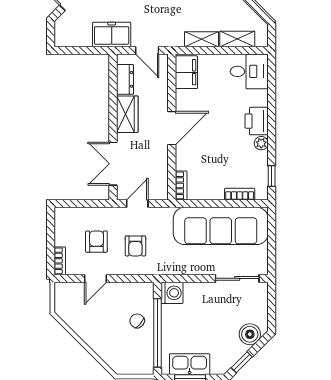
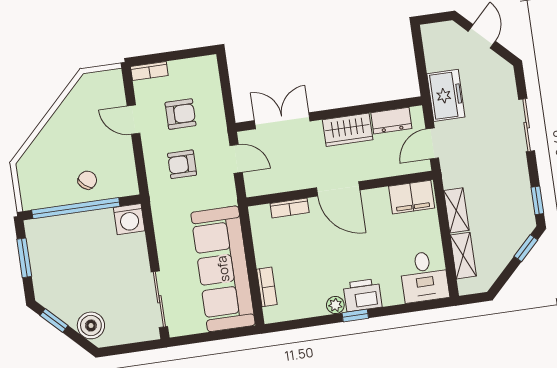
window: (272, 176) -> (355, 316), moved
bookcase: (181, 185) -> (290, 208), moved
kitchen sink: (190, 364) -> (42, 255), removed

